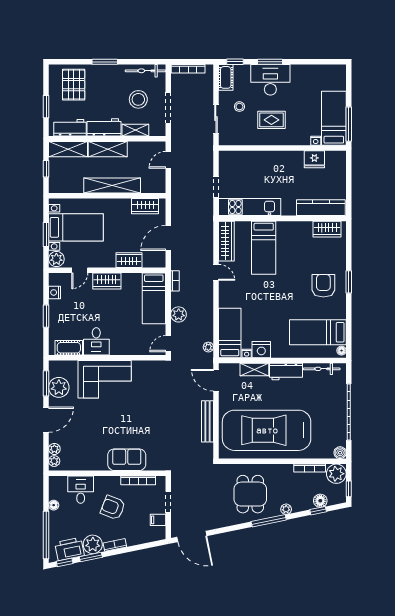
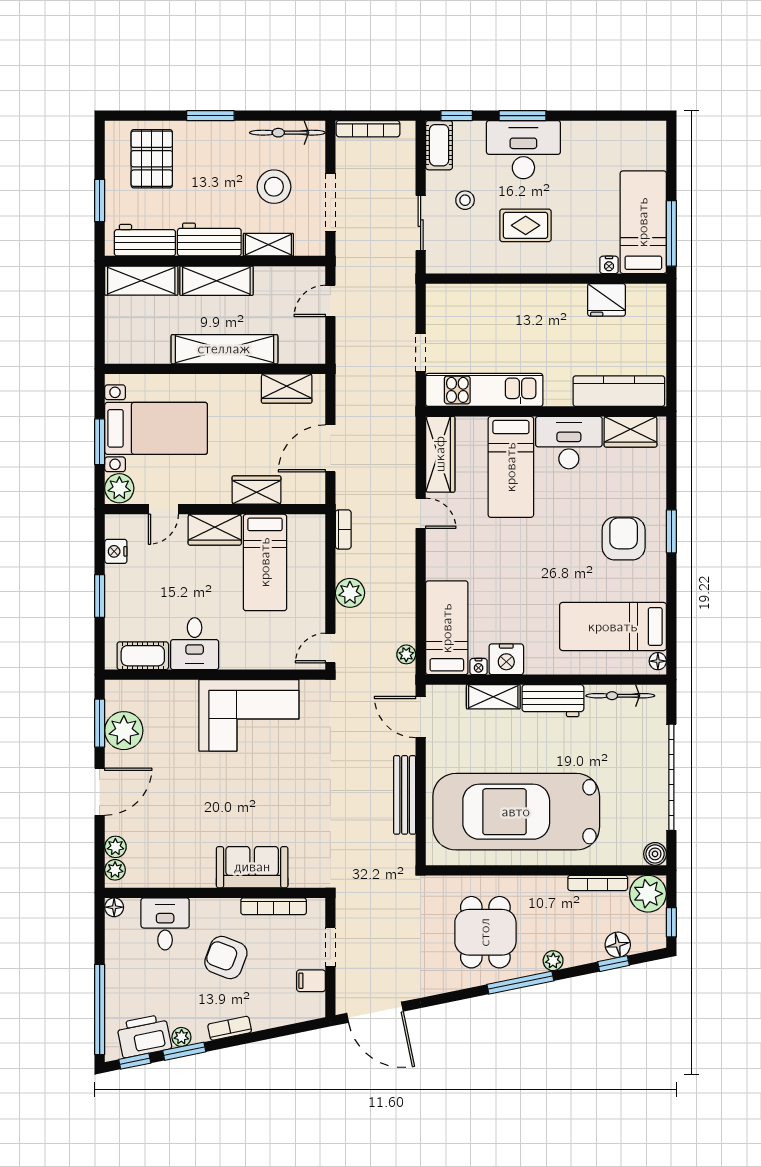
window: (46, 169) -> (100, 318), removed
desk: (294, 235) -> (569, 443), added
bed: (154, 298) -> (265, 562), moved
corner sofa: (105, 379) -> (249, 715), moved
floor lamp: (54, 505) -> (114, 907), moved
plant: (93, 544) -> (181, 1037), width x0.53, depth x0.53

